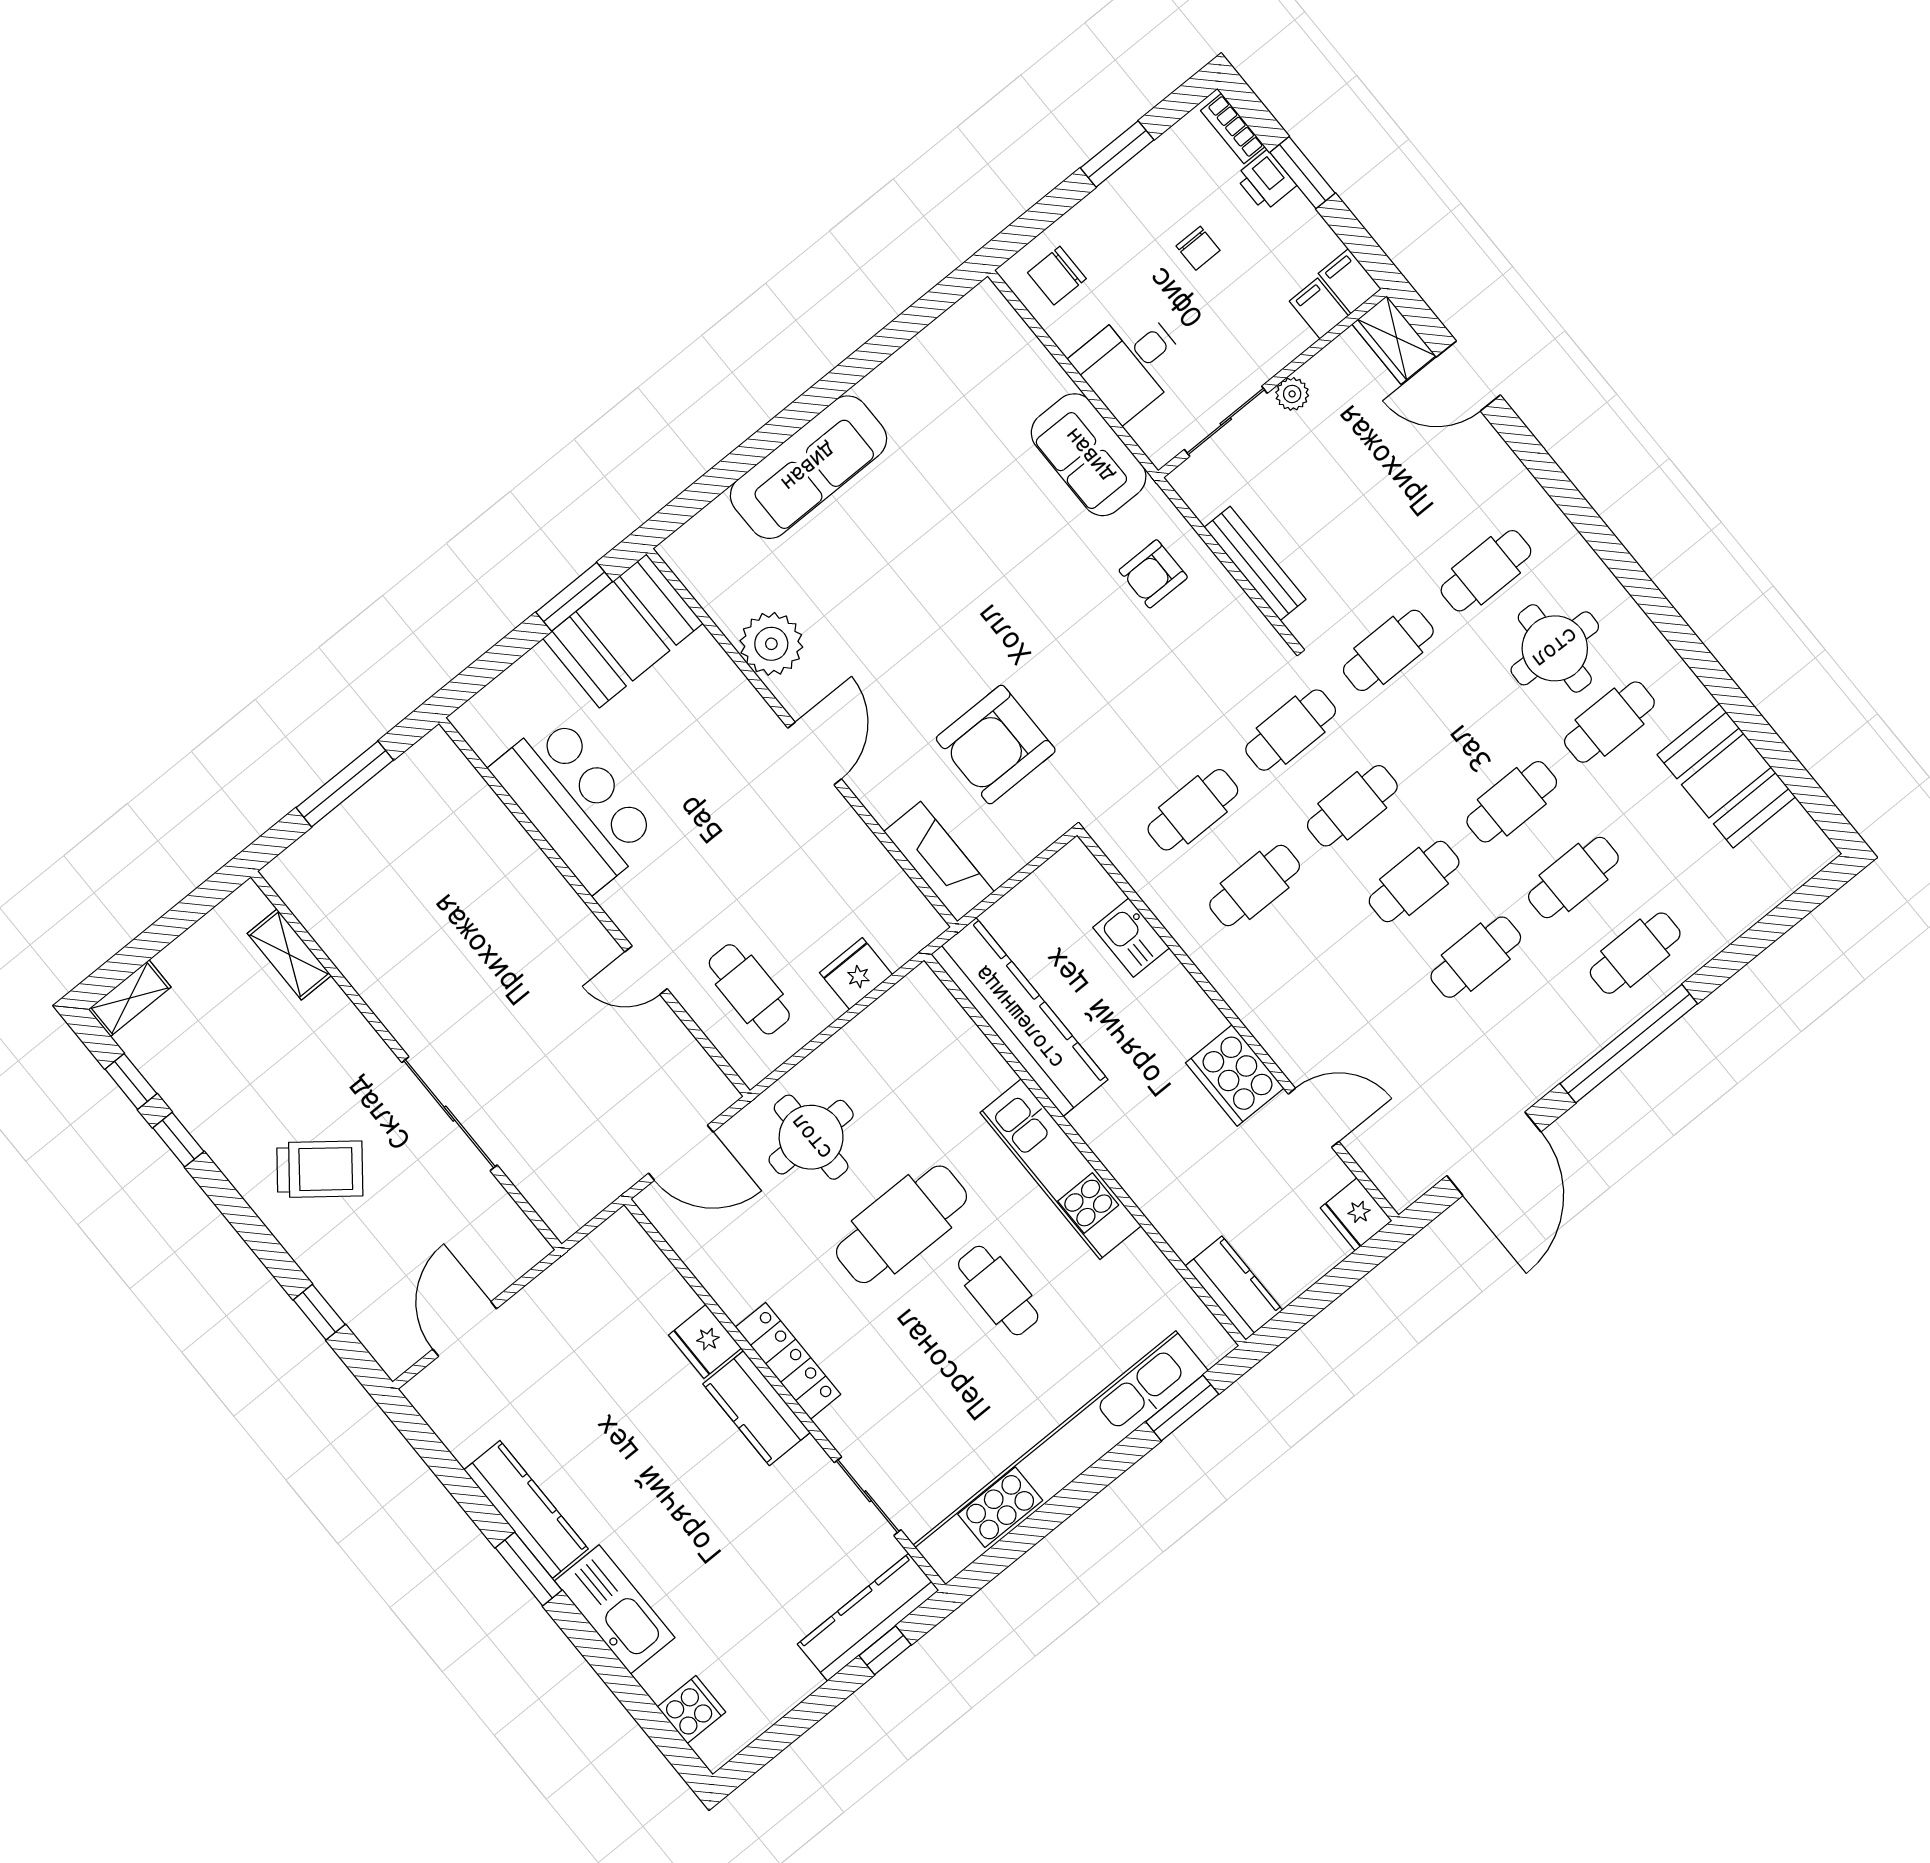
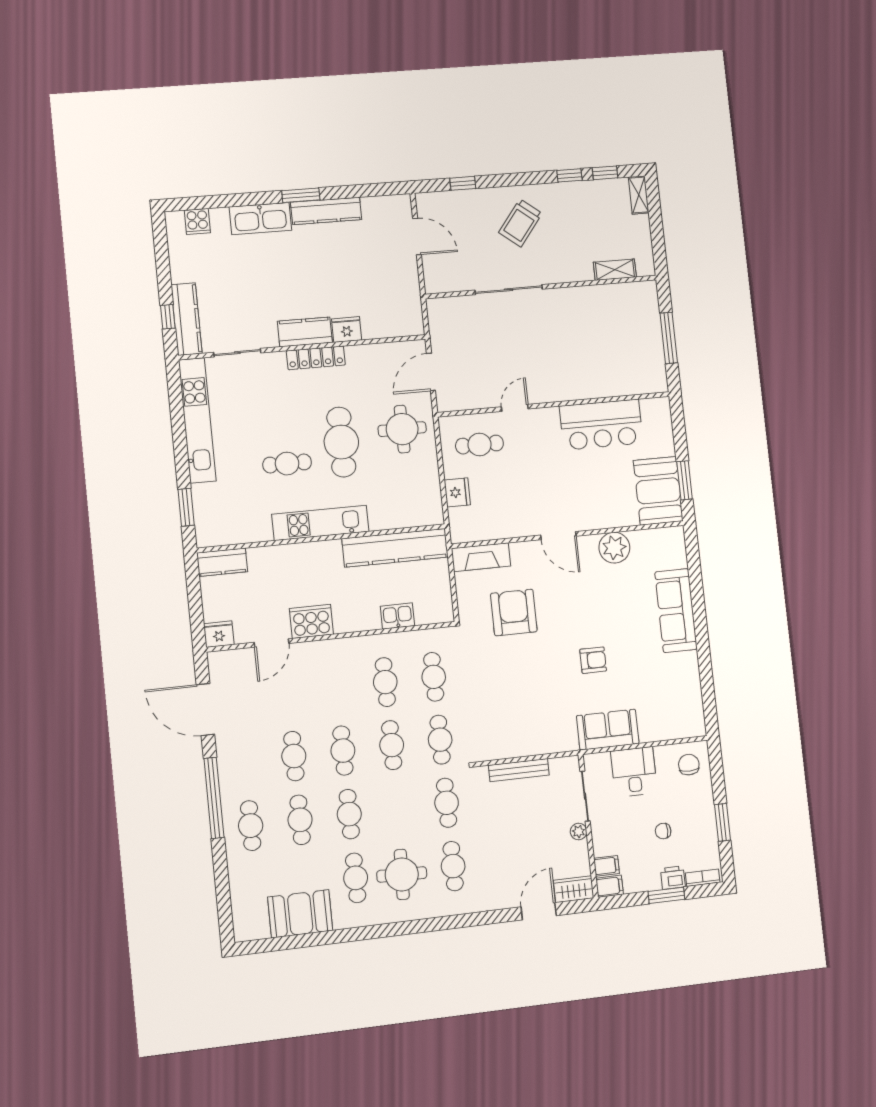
armchair: (1153, 574) -> (593, 660), moved, turned 90
kitchen unit: (1061, 1458) -> (197, 420), width x0.73

